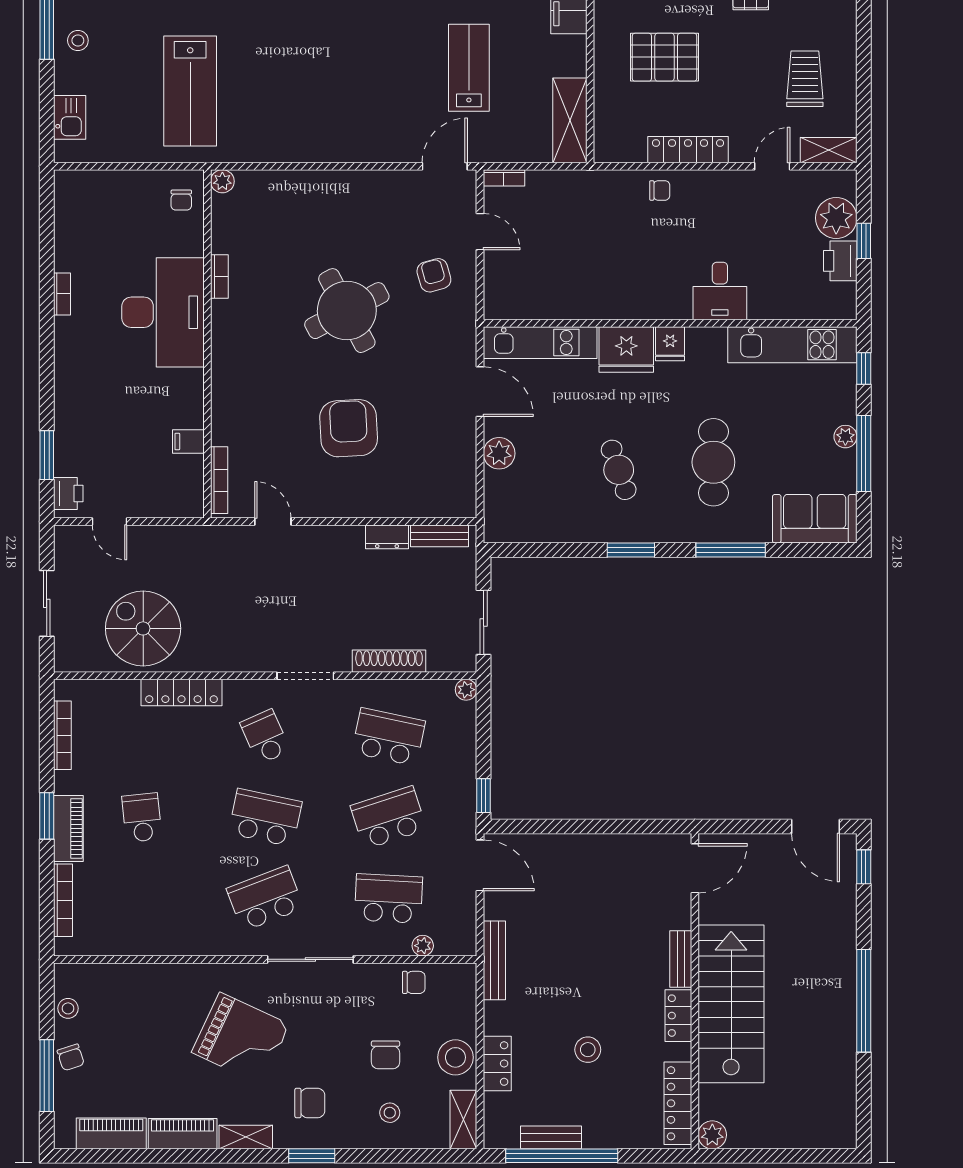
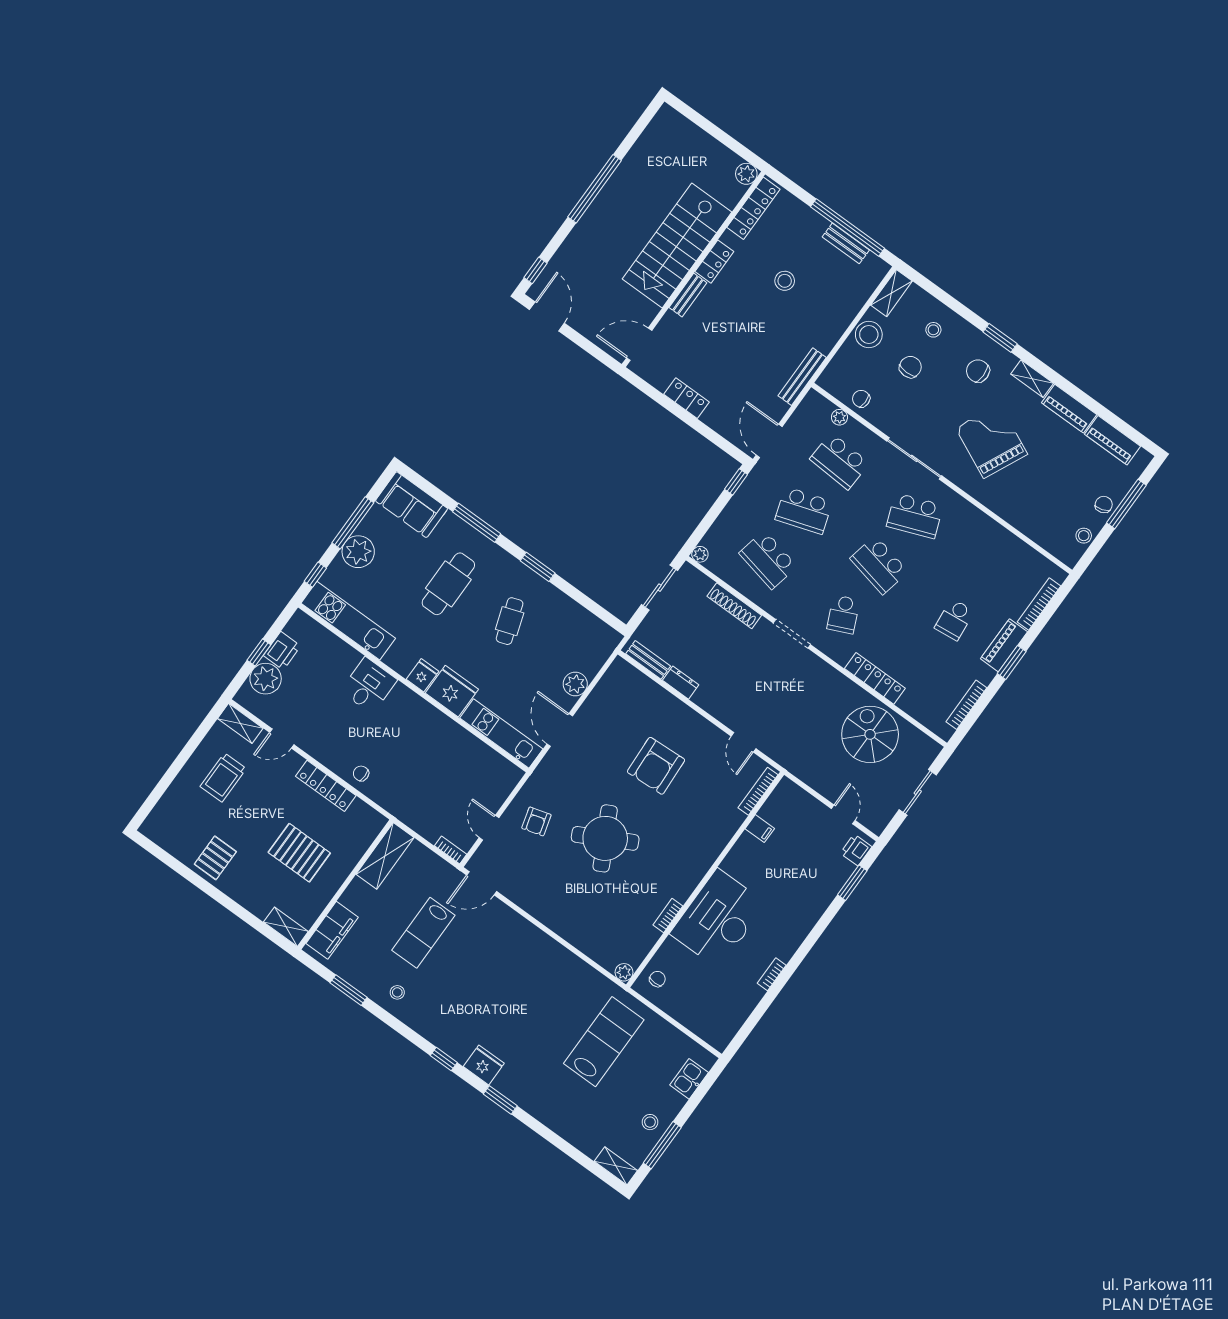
plant: (845, 437) -> (358, 552), width x1.88, depth x1.88
spiral stairs: (143, 628) -> (870, 734), turned 180
locker: (497, 1064) -> (687, 398), moved, turned 90

